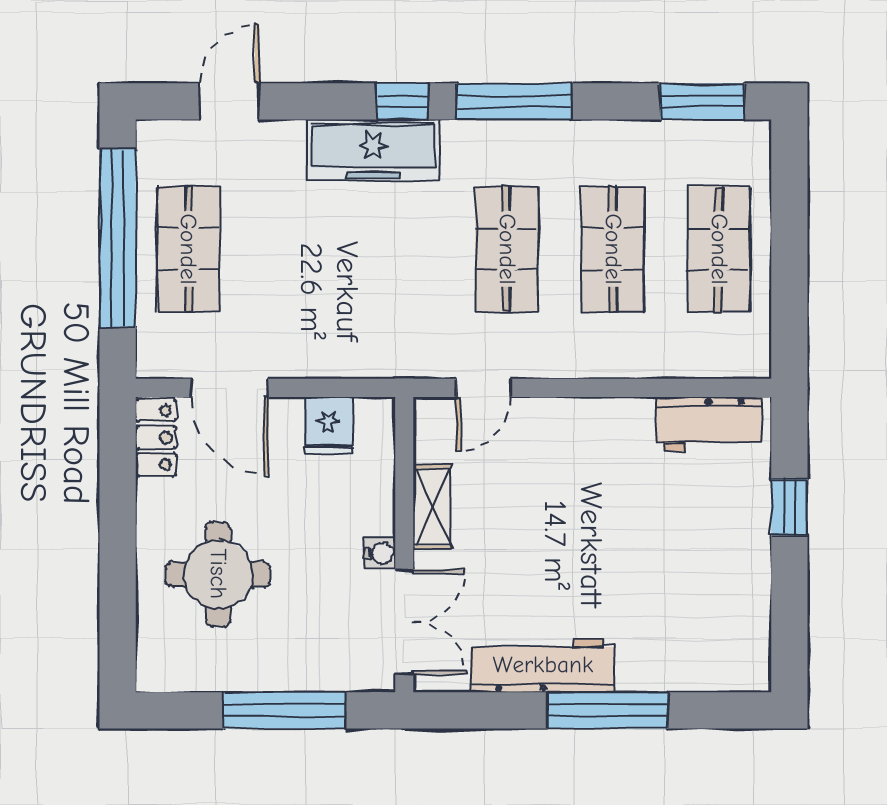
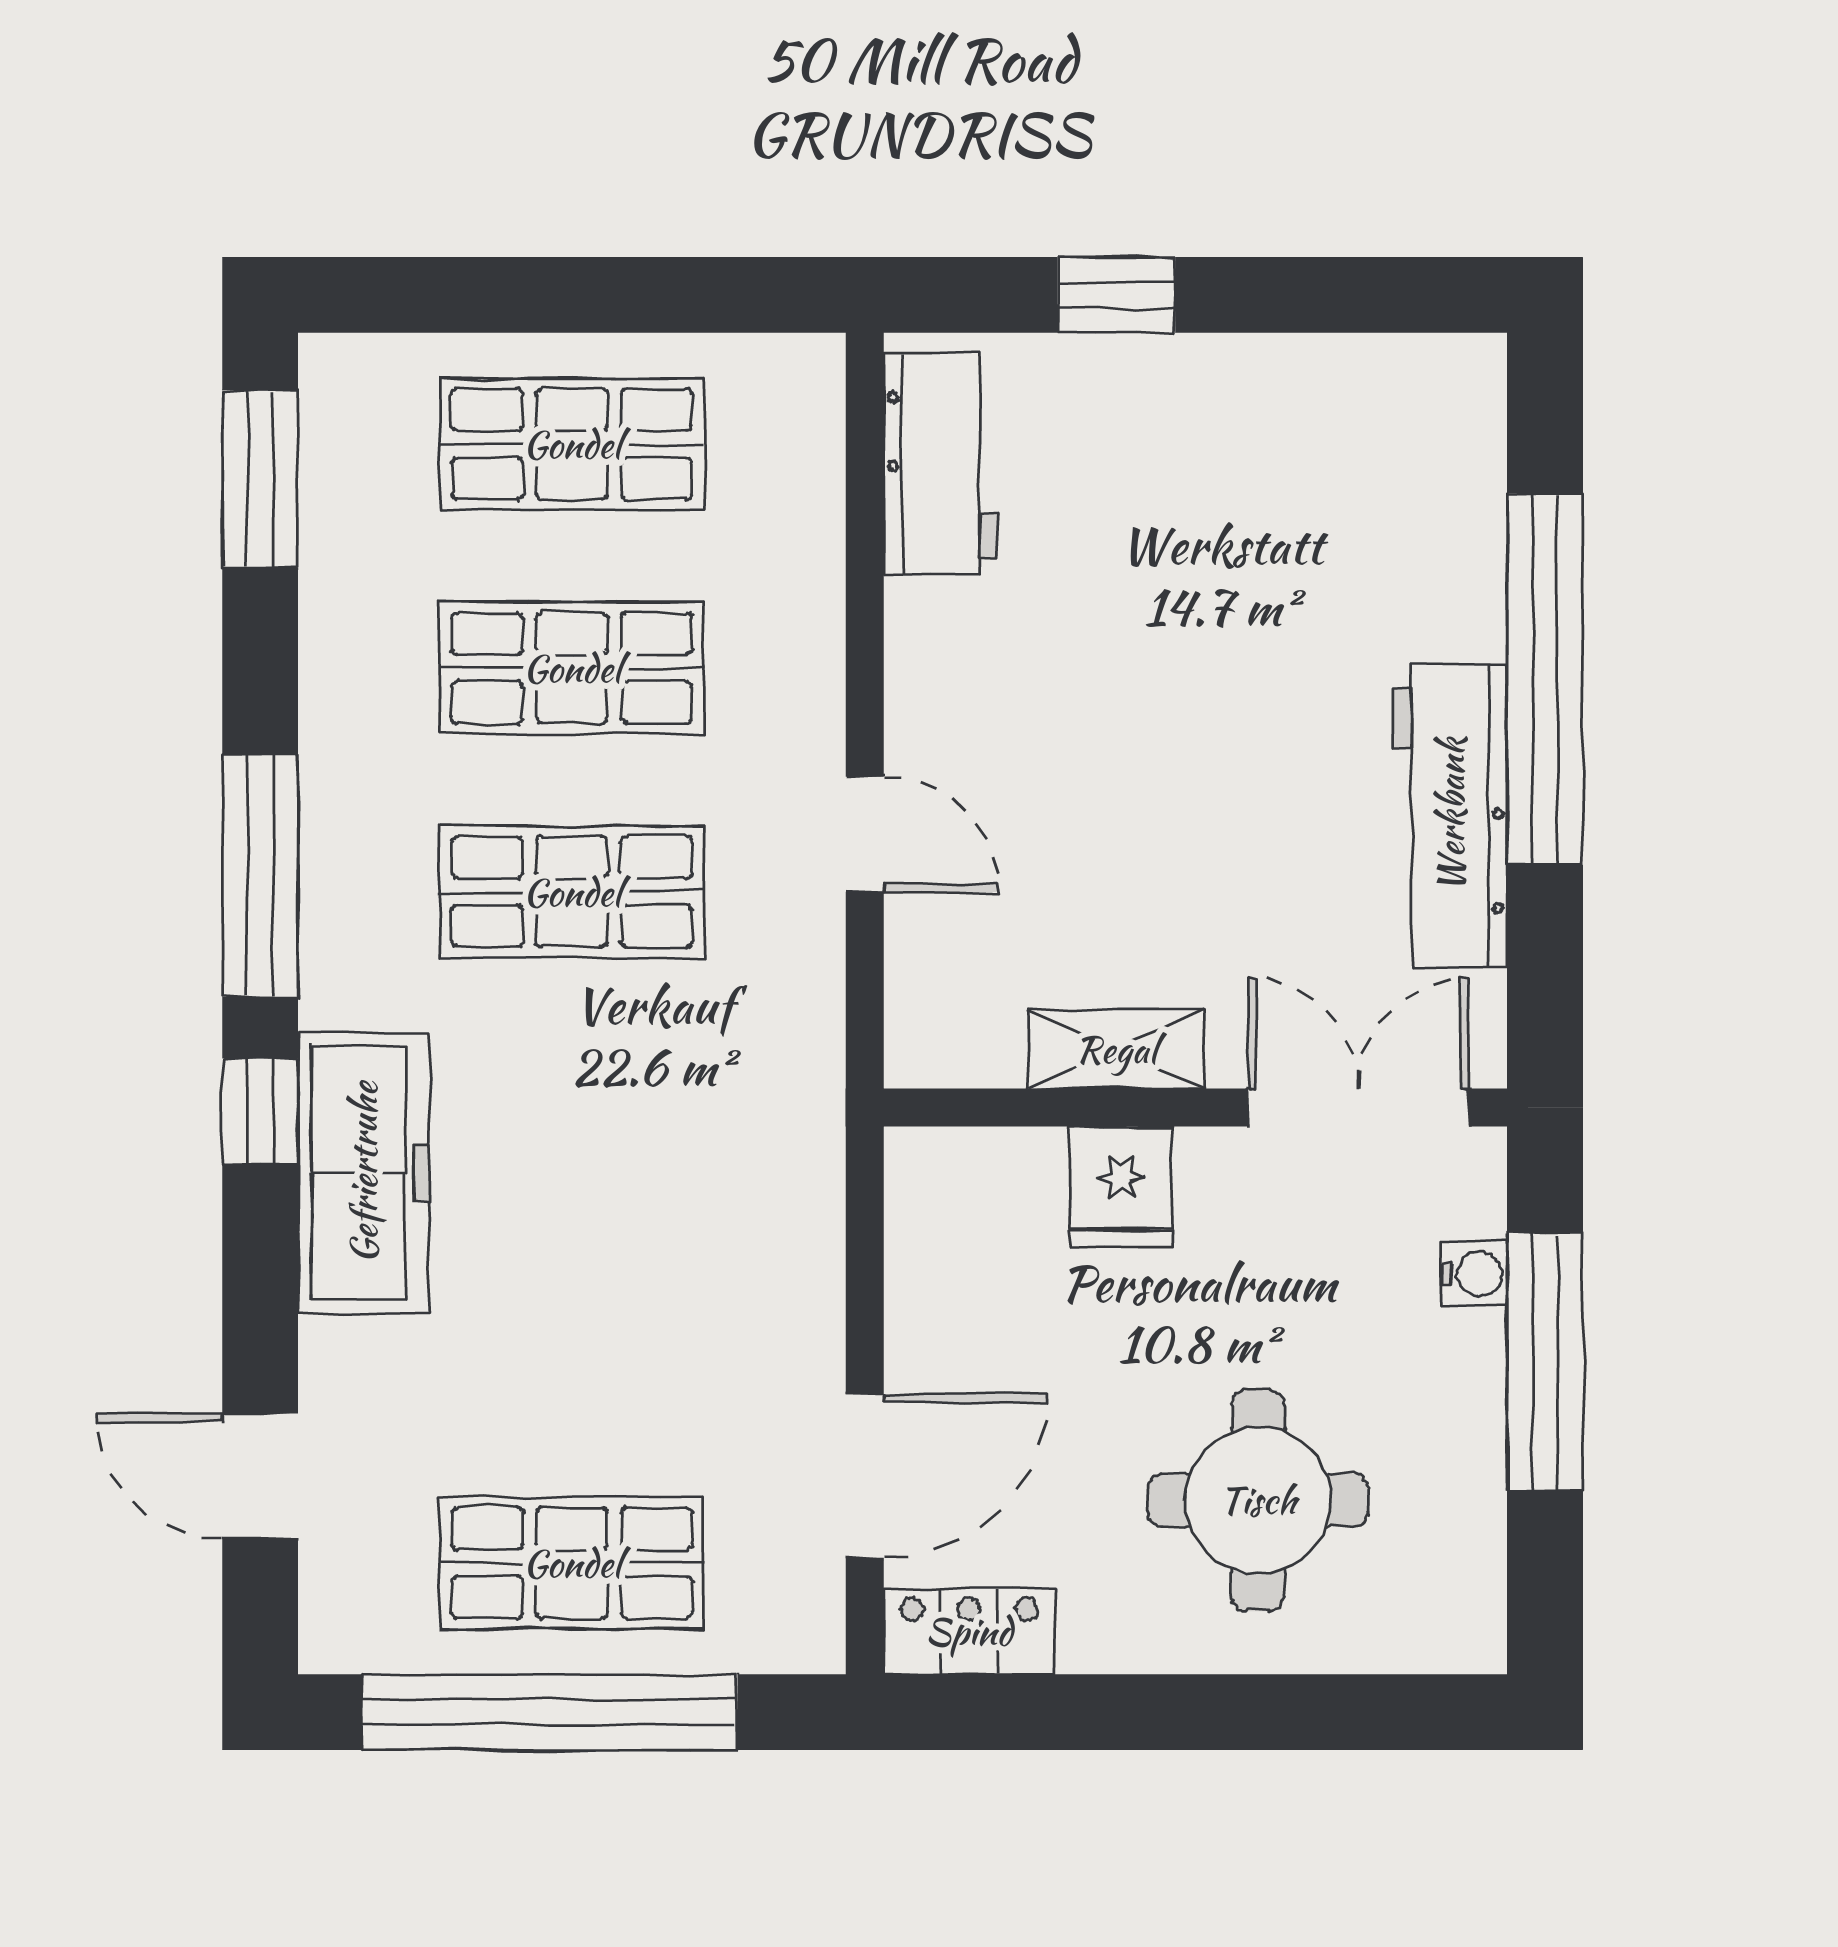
door: (484, 388) -> (865, 834), moved
fridge: (328, 426) -> (1121, 1187), moved, turned 90
water cooler: (380, 553) -> (1474, 1274), moved, turned 90
window: (607, 710) -> (1545, 679), width x1.46

